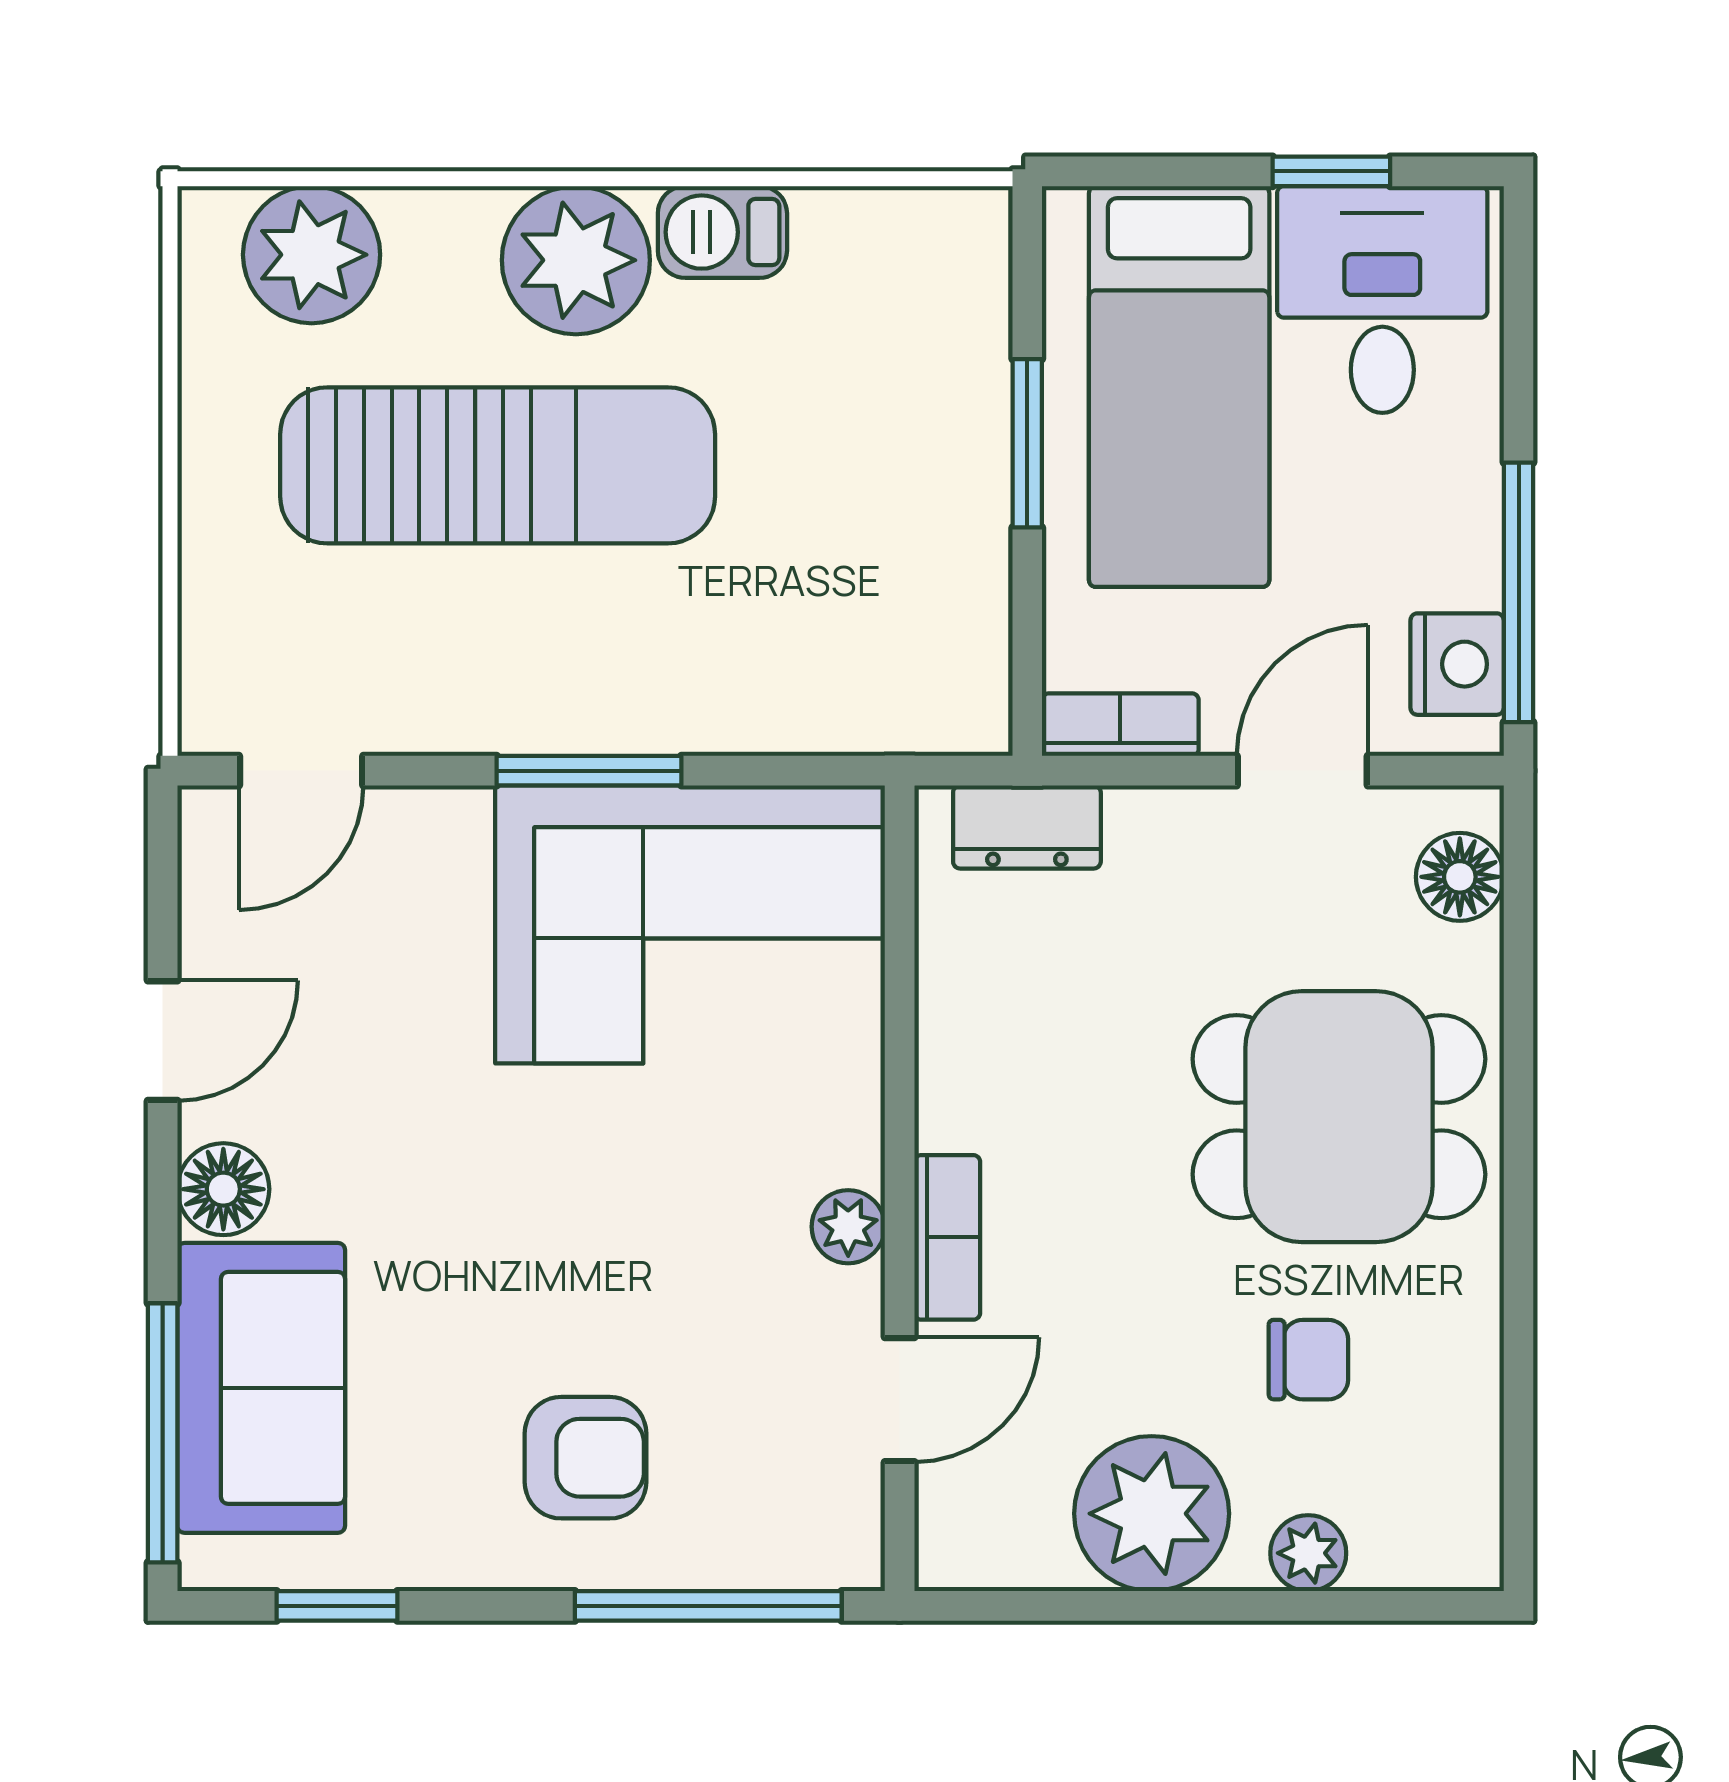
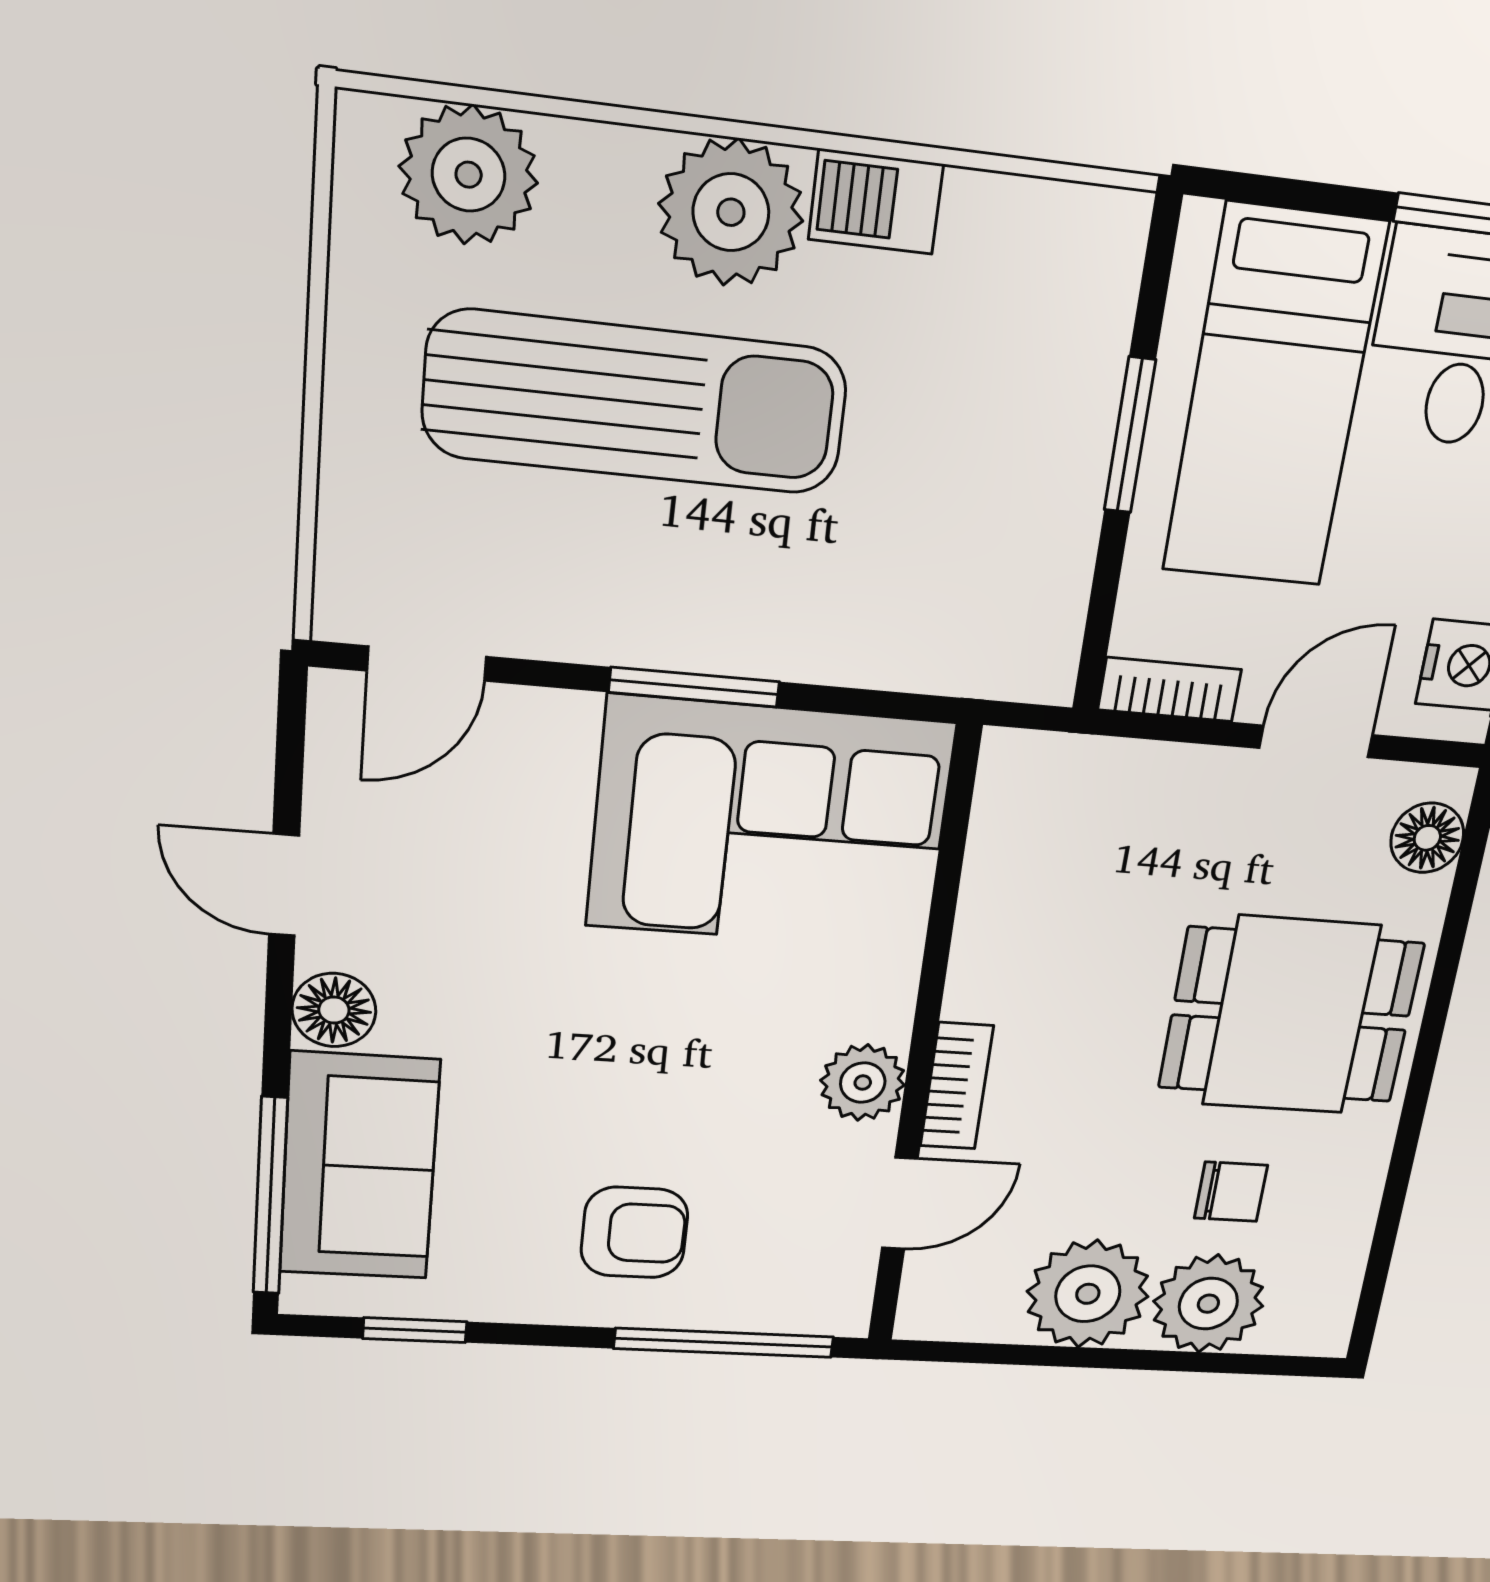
dresser: (1027, 827) -> (1075, 768), removed
door: (163, 1041) -> (284, 885), swing flipped
plant: (848, 1227) -> (863, 1083), width x1.38, depth x1.38
plant: (1308, 1553) -> (1208, 1304), width x1.88, depth x1.88

